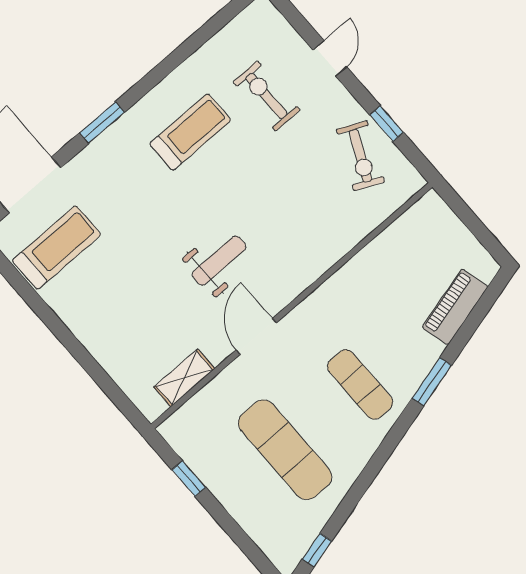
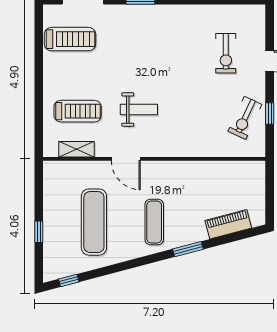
exercise bike: (266, 96) -> (226, 53), turned 180
treadmill: (190, 132) -> (78, 111), moved
door: (256, 336) -> (126, 159), swing flipped
window: (189, 479) -> (39, 232), moved

